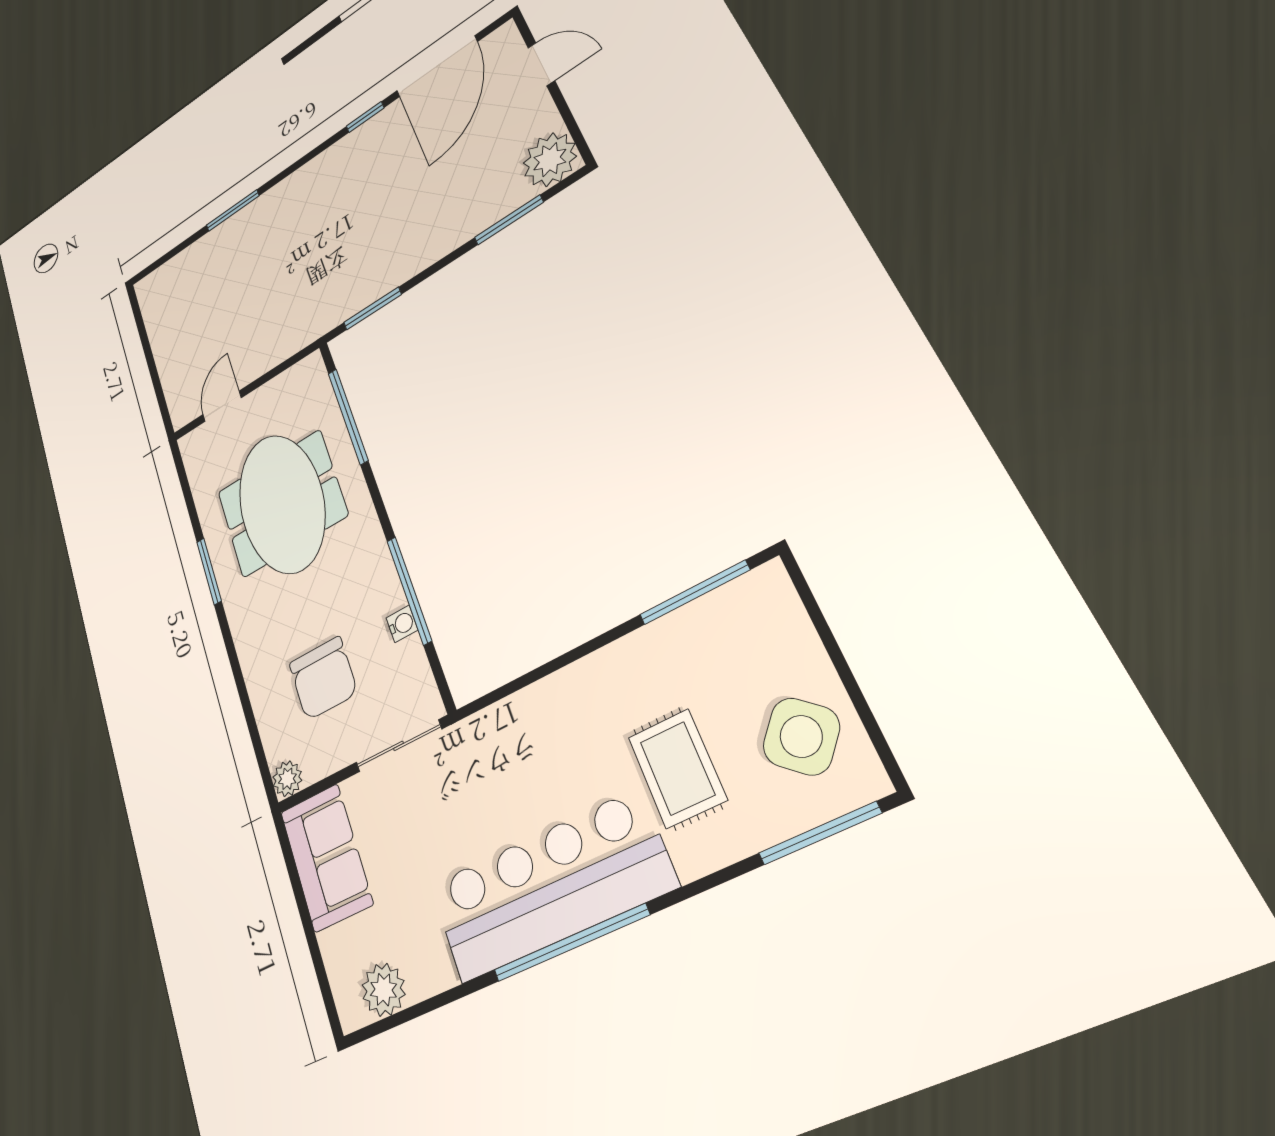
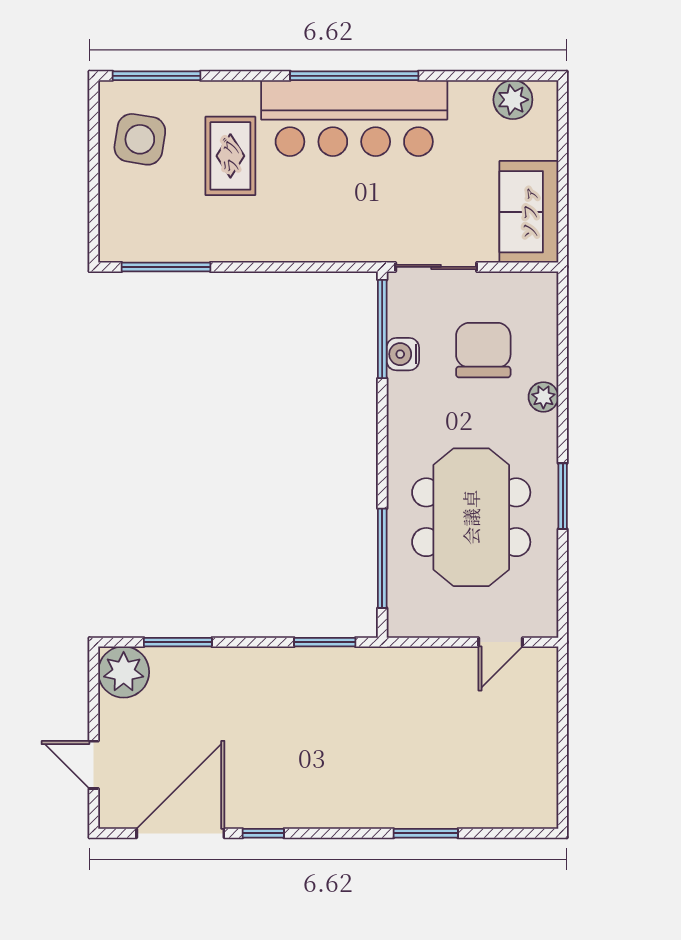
window: (409, 590) -> (382, 329), moved
water cooler: (402, 624) -> (403, 354), width x1.38, depth x1.38
side table: (801, 736) -> (140, 139), turned -32
plant: (287, 779) -> (543, 397), moved

